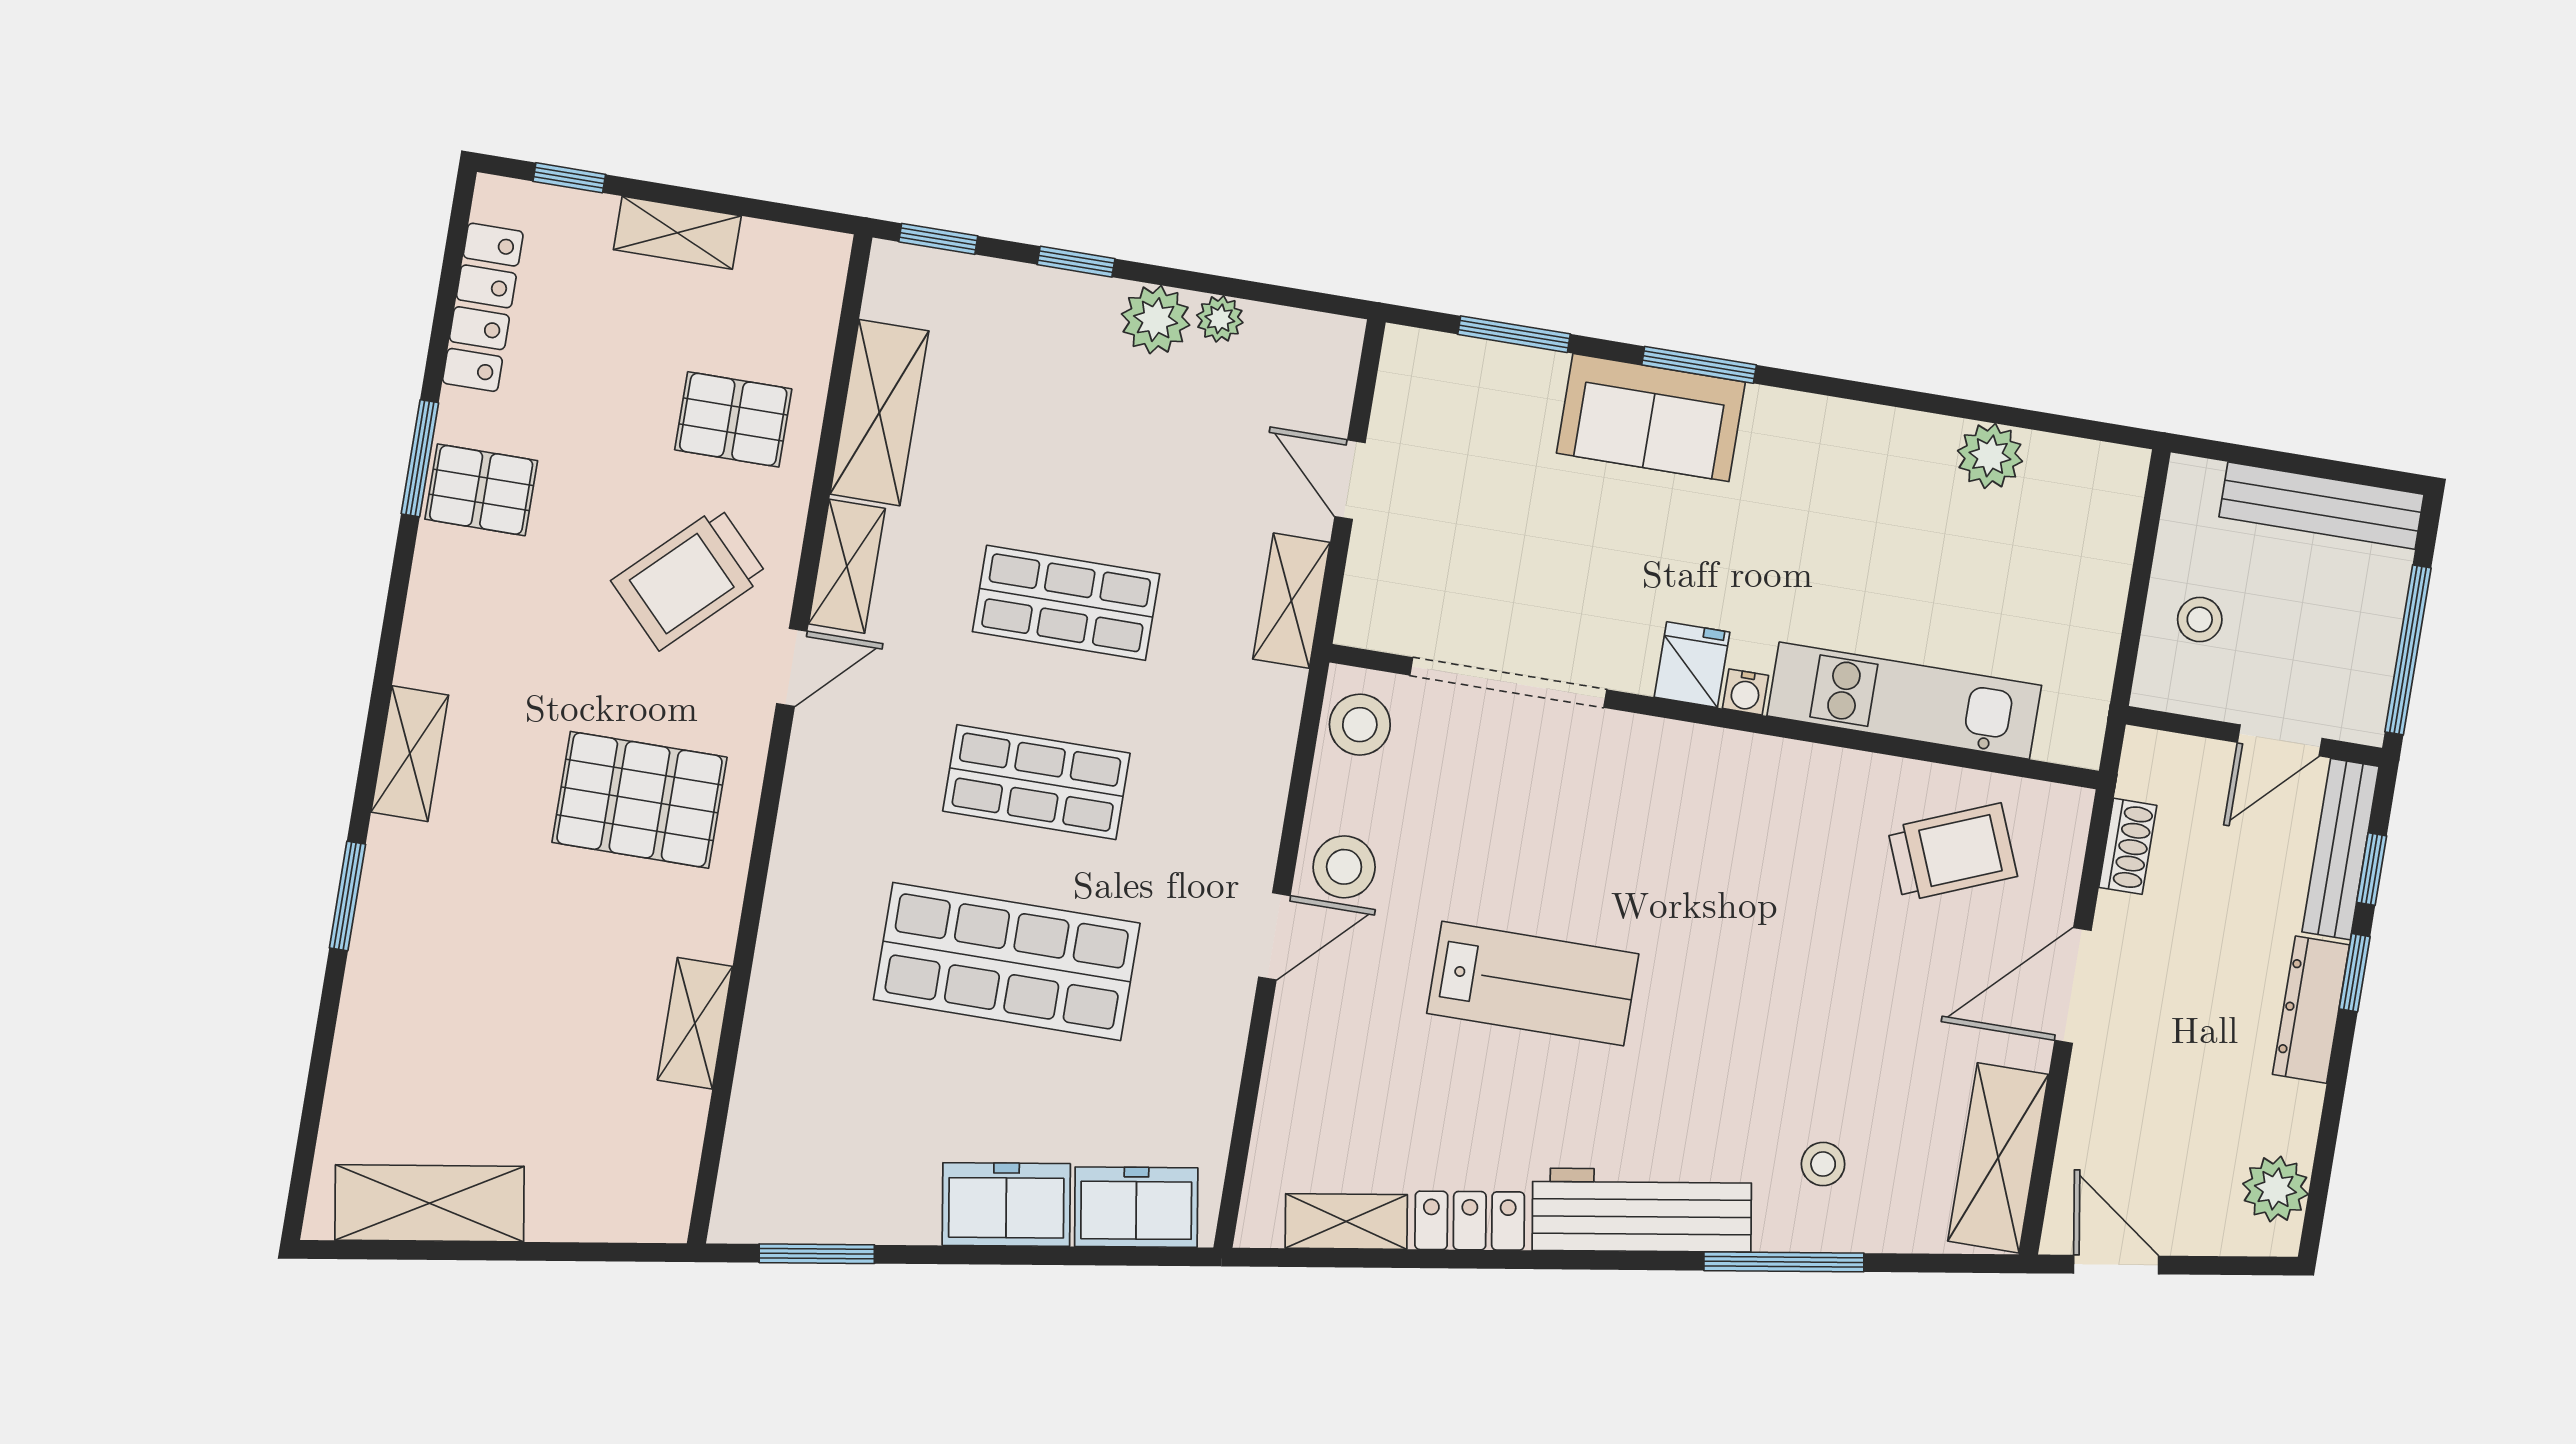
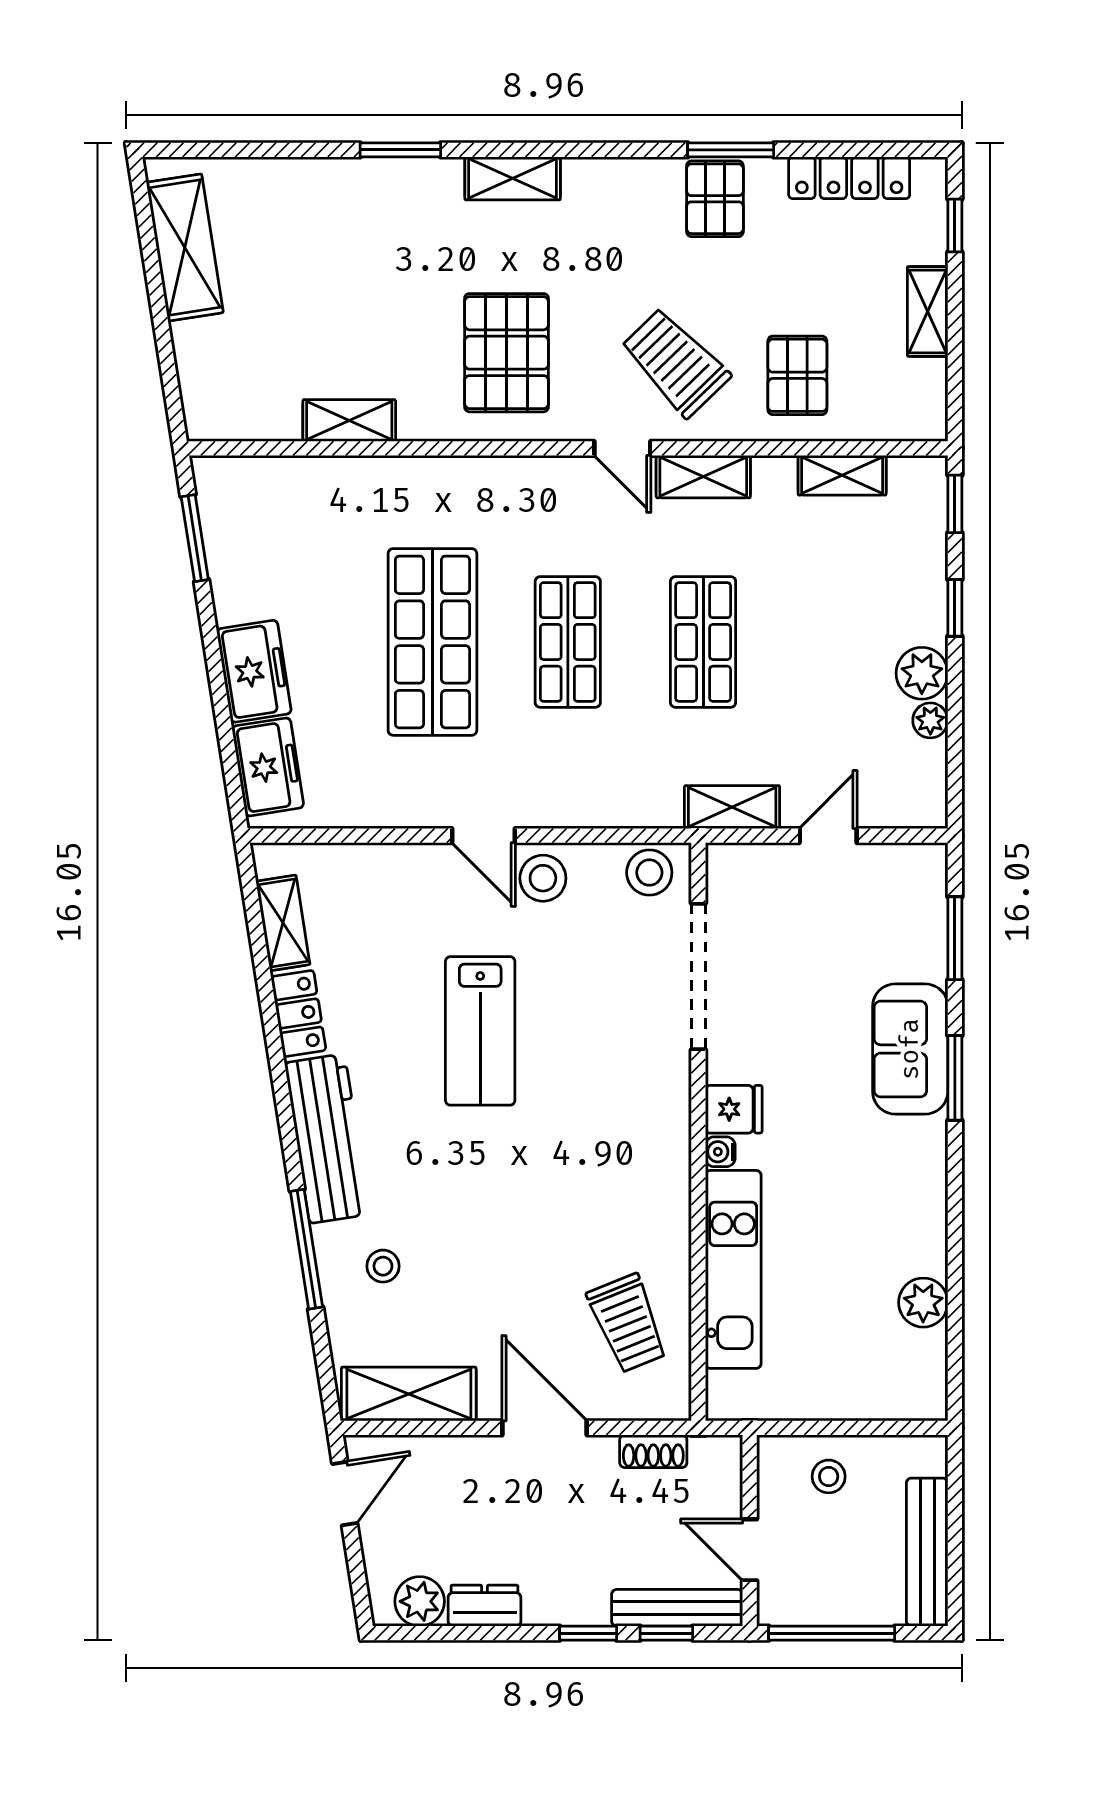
shelving: (879, 413) -> (842, 475), width x0.67, depth x0.75
dresser: (2311, 1010) -> (485, 1606), moved, width x0.70

